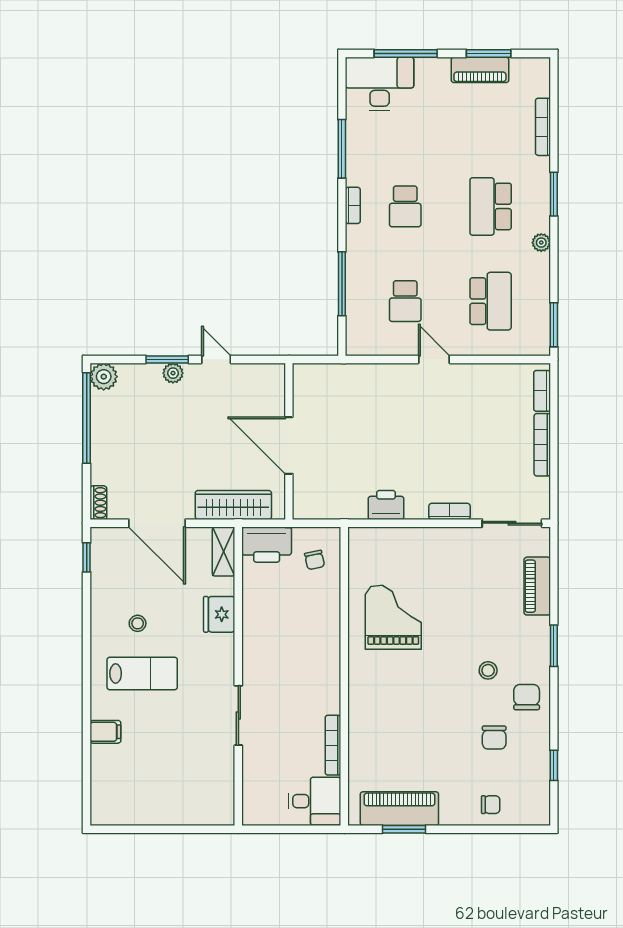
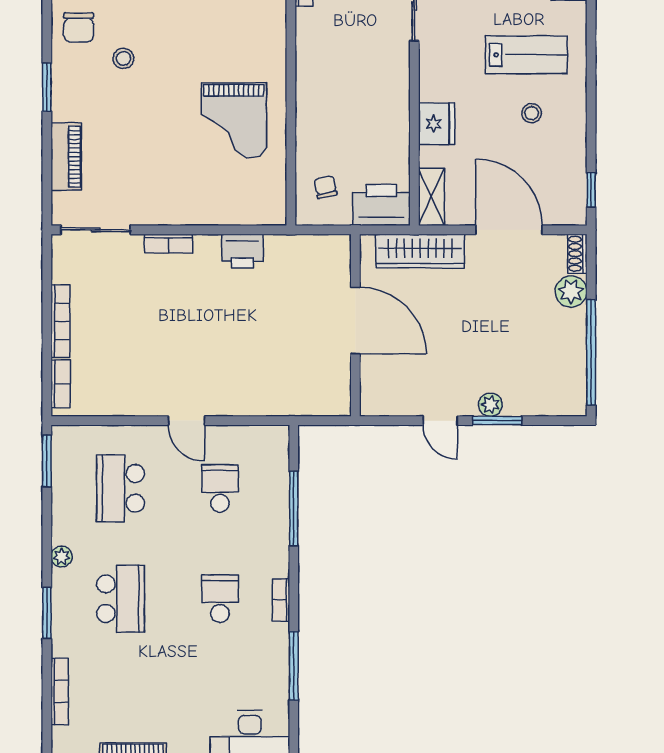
plant: (104, 377) -> (571, 291), moved
lab bench: (142, 673) -> (526, 55), turned 180

